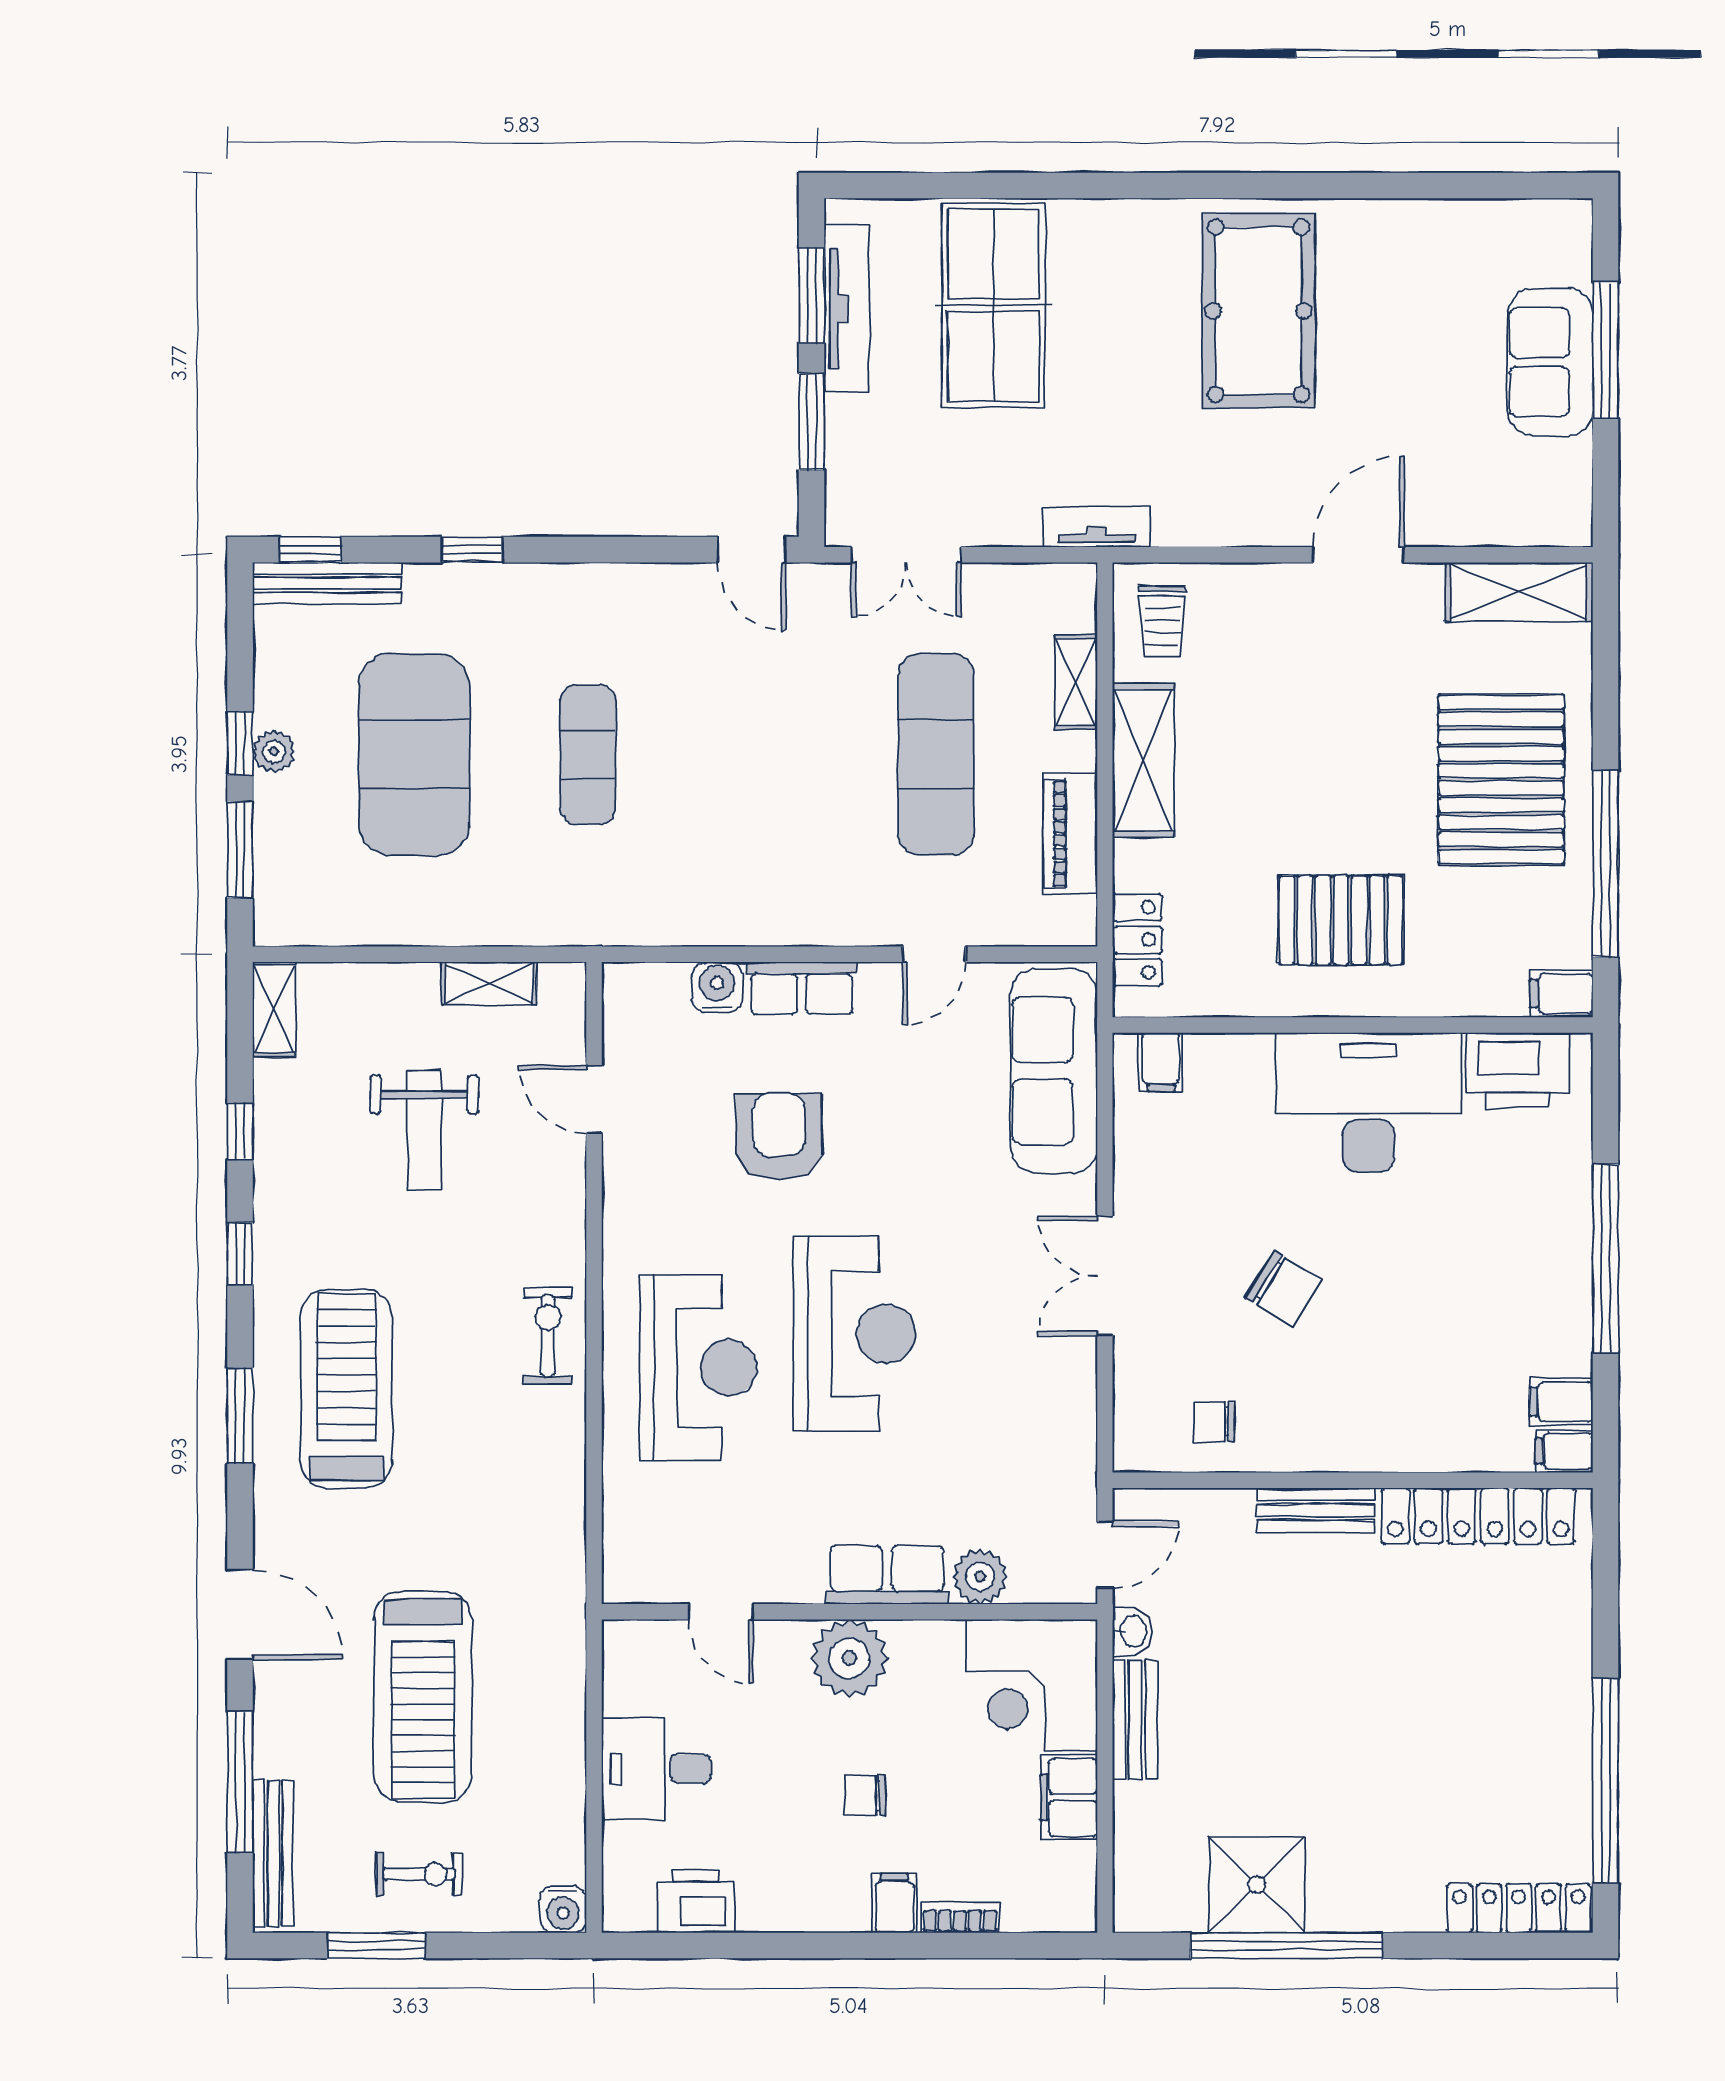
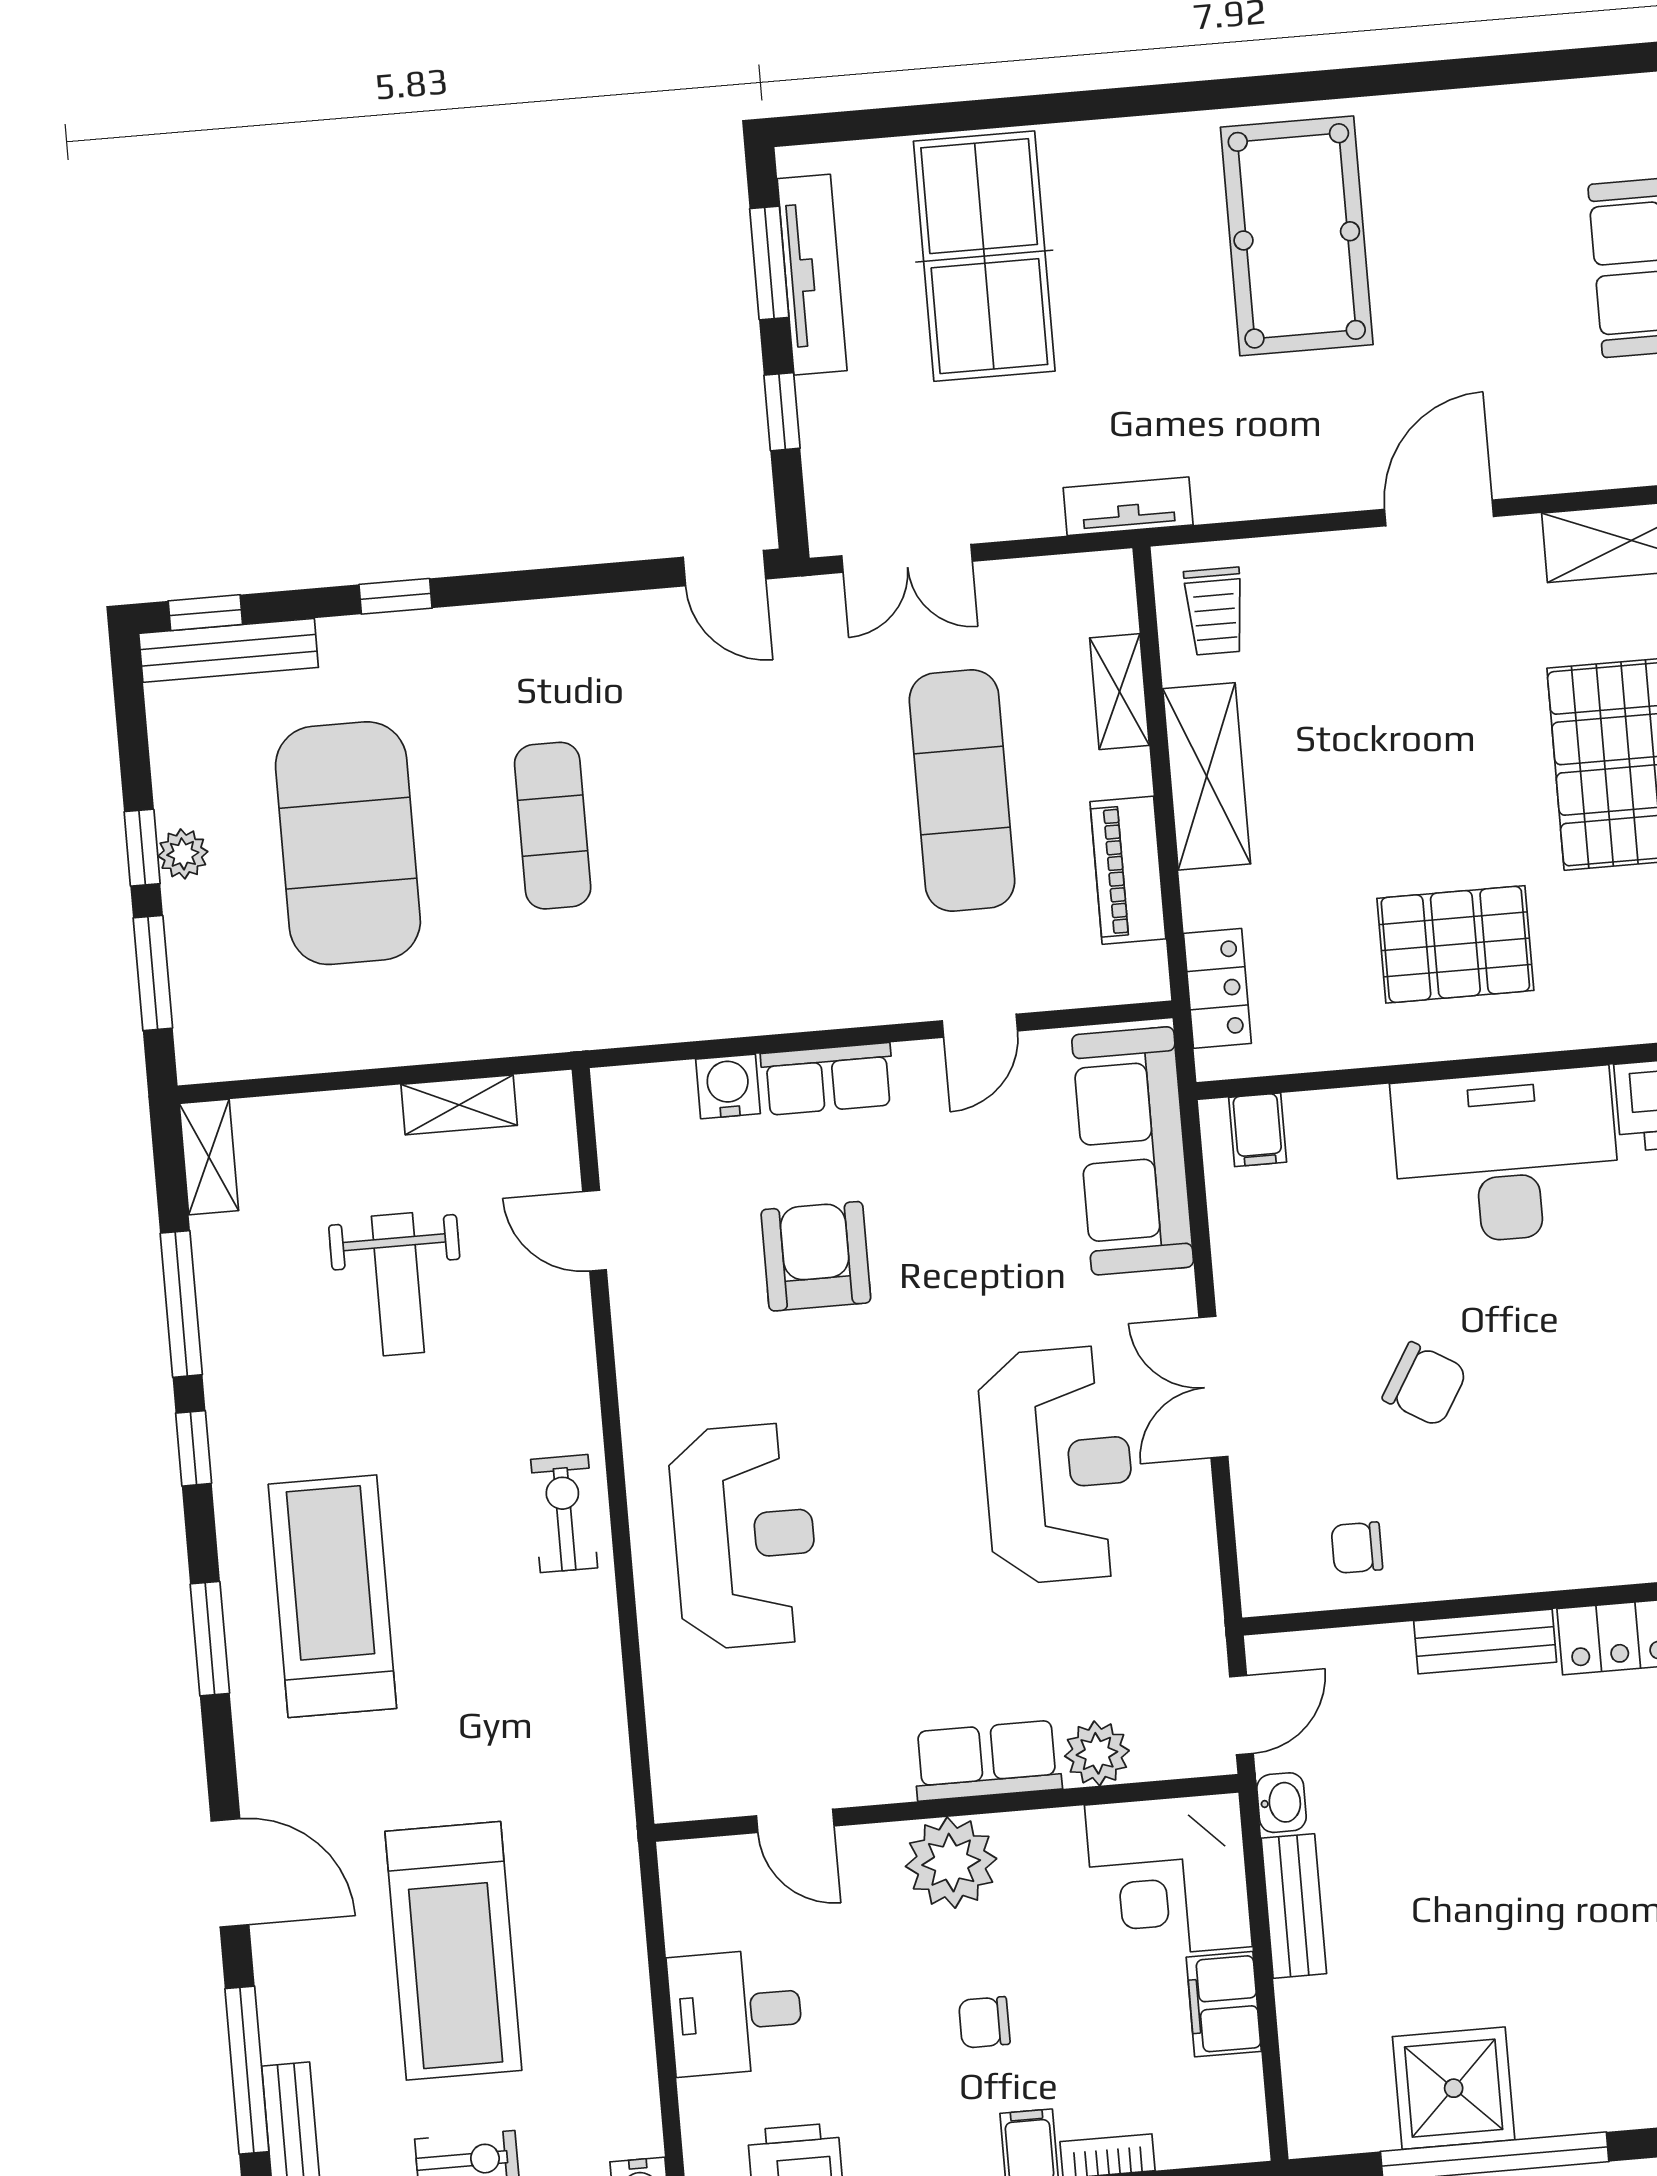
window: (812, 422) -> (782, 412), width x0.67
window: (240, 1131) -> (181, 1304), width x2.17
reception desk: (854, 1334) -> (1058, 1465), moved

